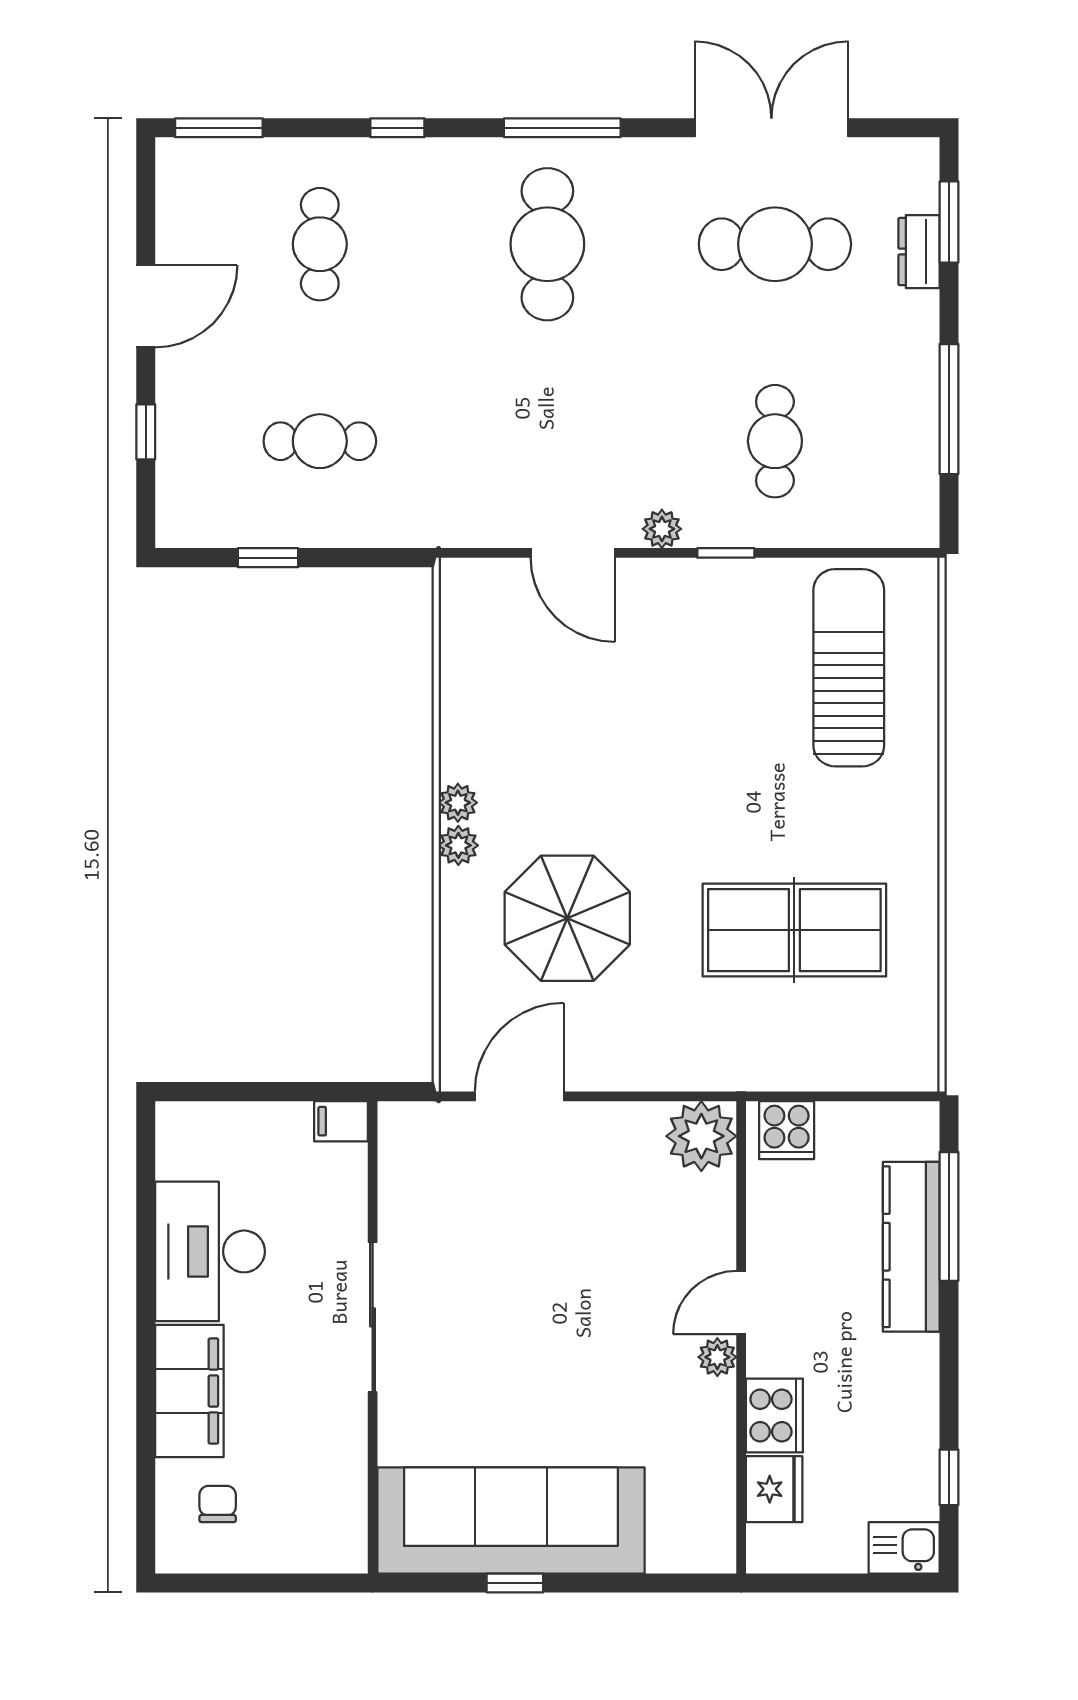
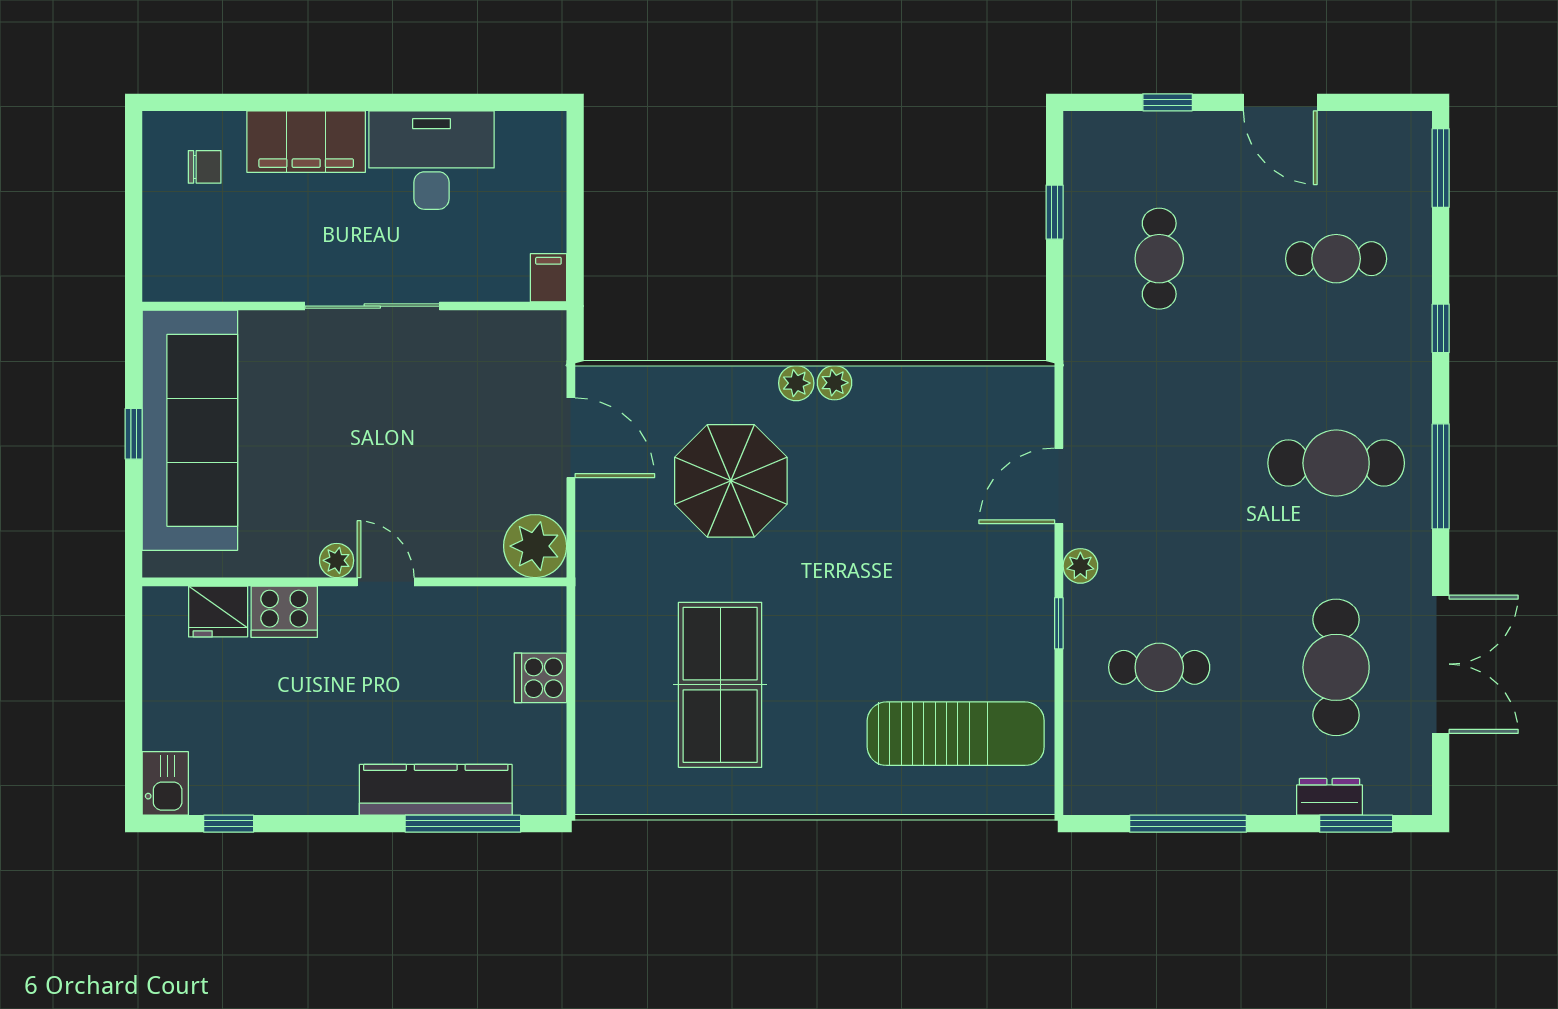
plant: (701, 1136) -> (535, 546), moved
door: (741, 1303) -> (386, 582), moved
wall: (741, 1337) -> (354, 582), moved
plant: (717, 1357) -> (337, 560), moved
cooker: (774, 1416) -> (284, 612), moved
fridge: (774, 1489) -> (218, 612), moved

